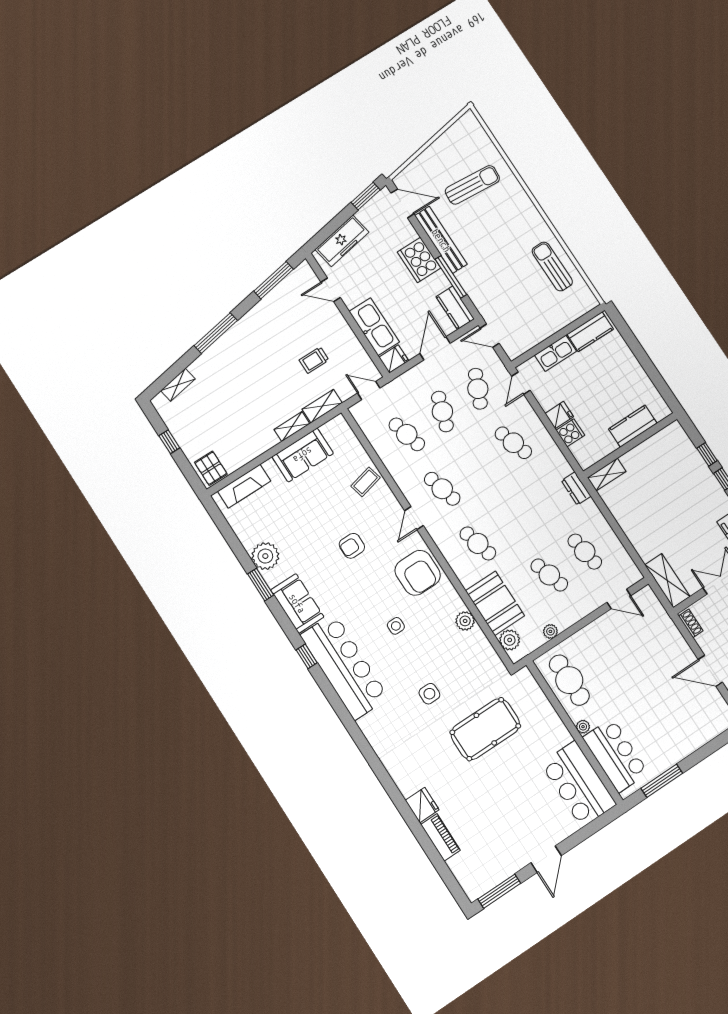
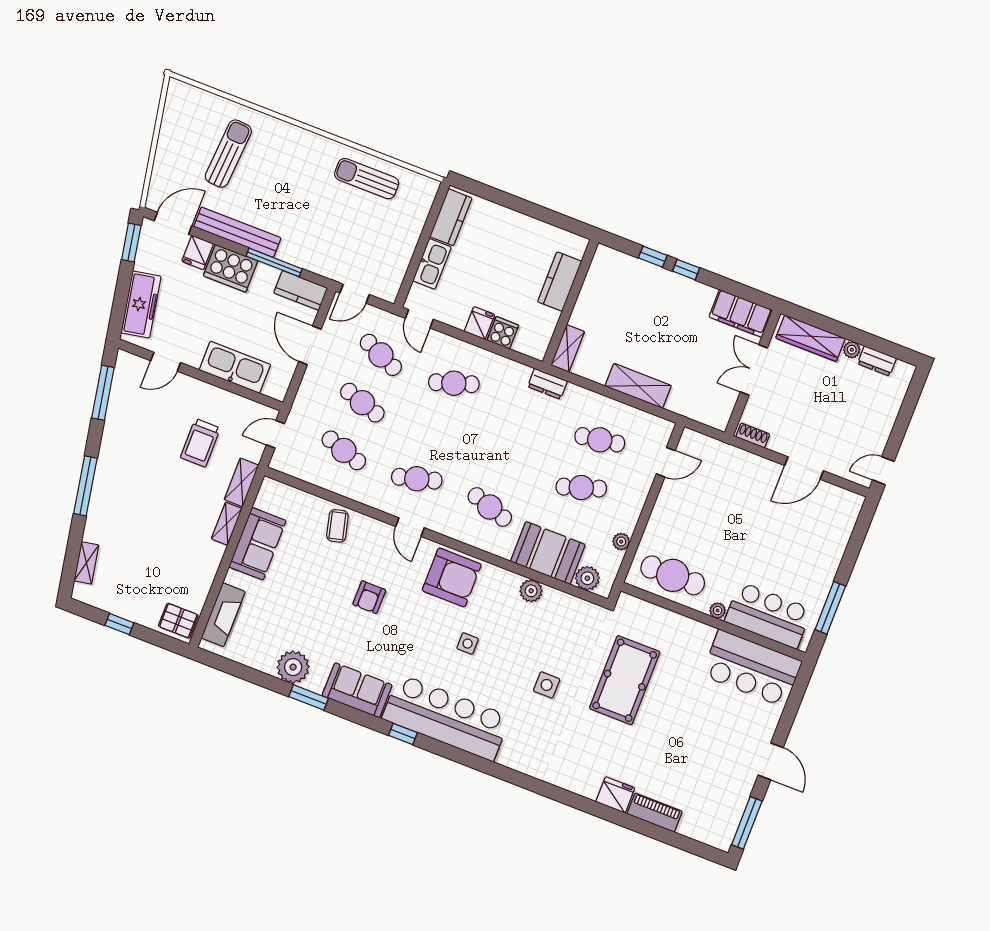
fridge: (394, 359) -> (198, 252), moved, turned 180
trolley: (314, 360) -> (200, 443), width x1.36, depth x1.39
cafe table: (407, 434) -> (344, 450), turned 33
cafe table: (478, 543) -> (490, 507), turned 33
shelving: (667, 581) -> (638, 386), moved

